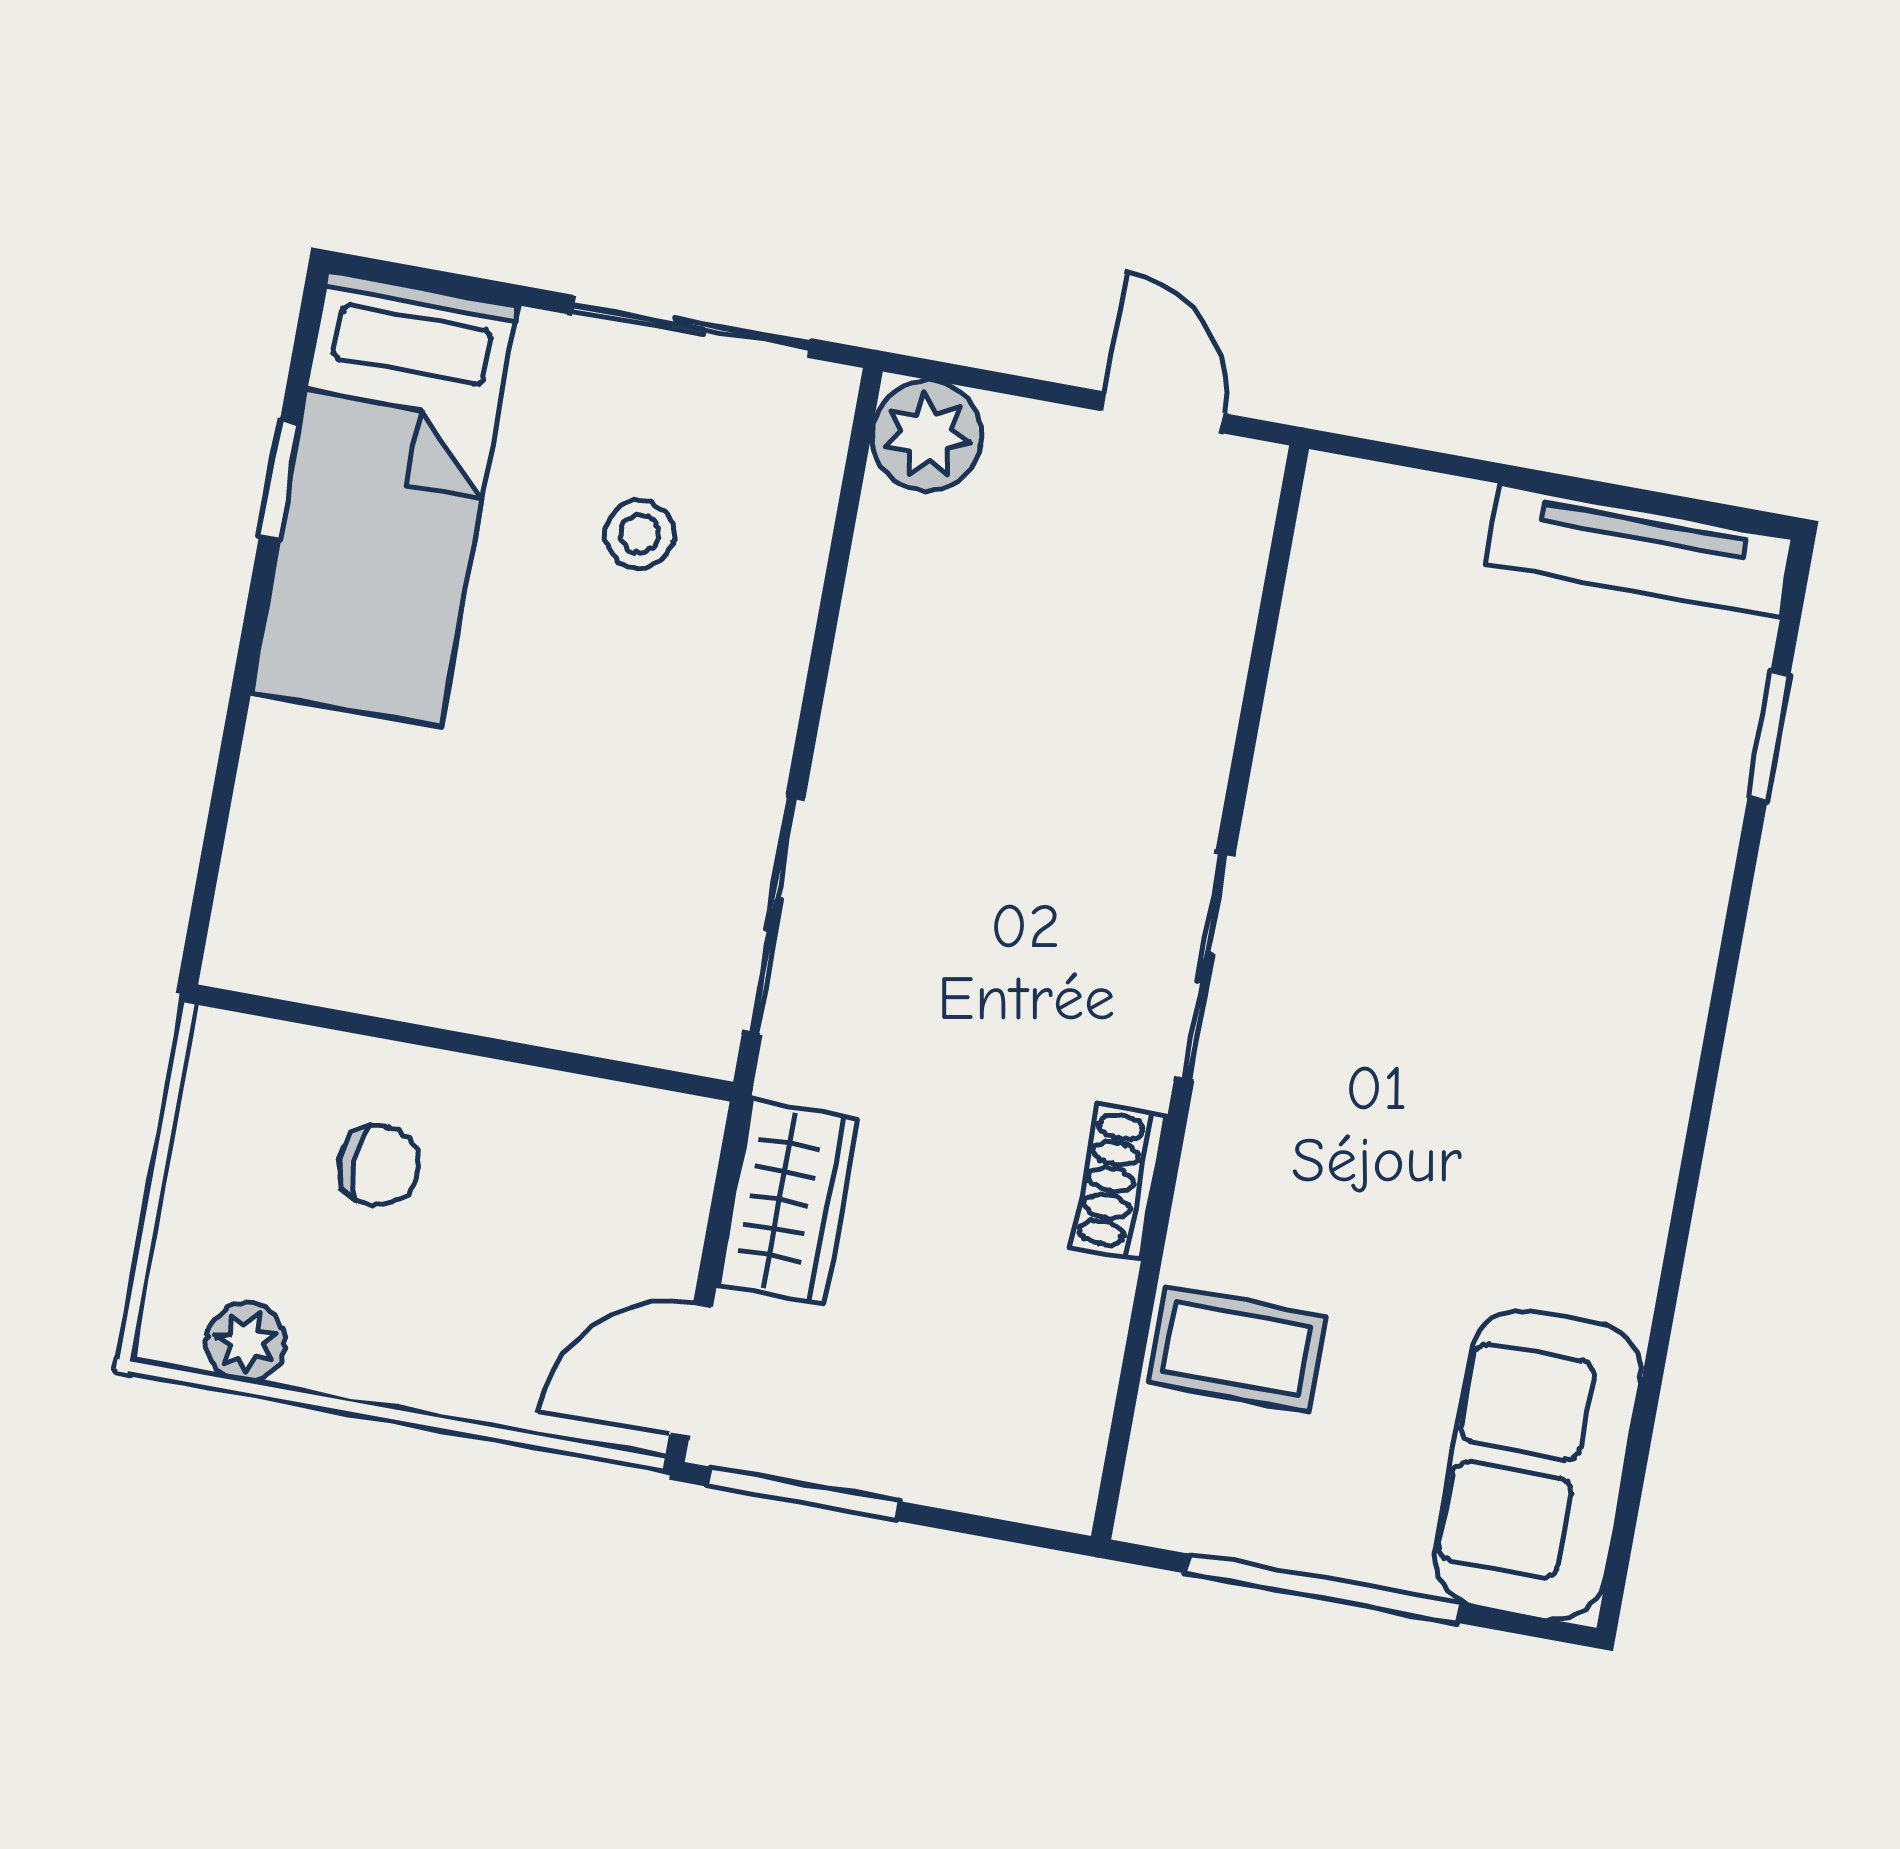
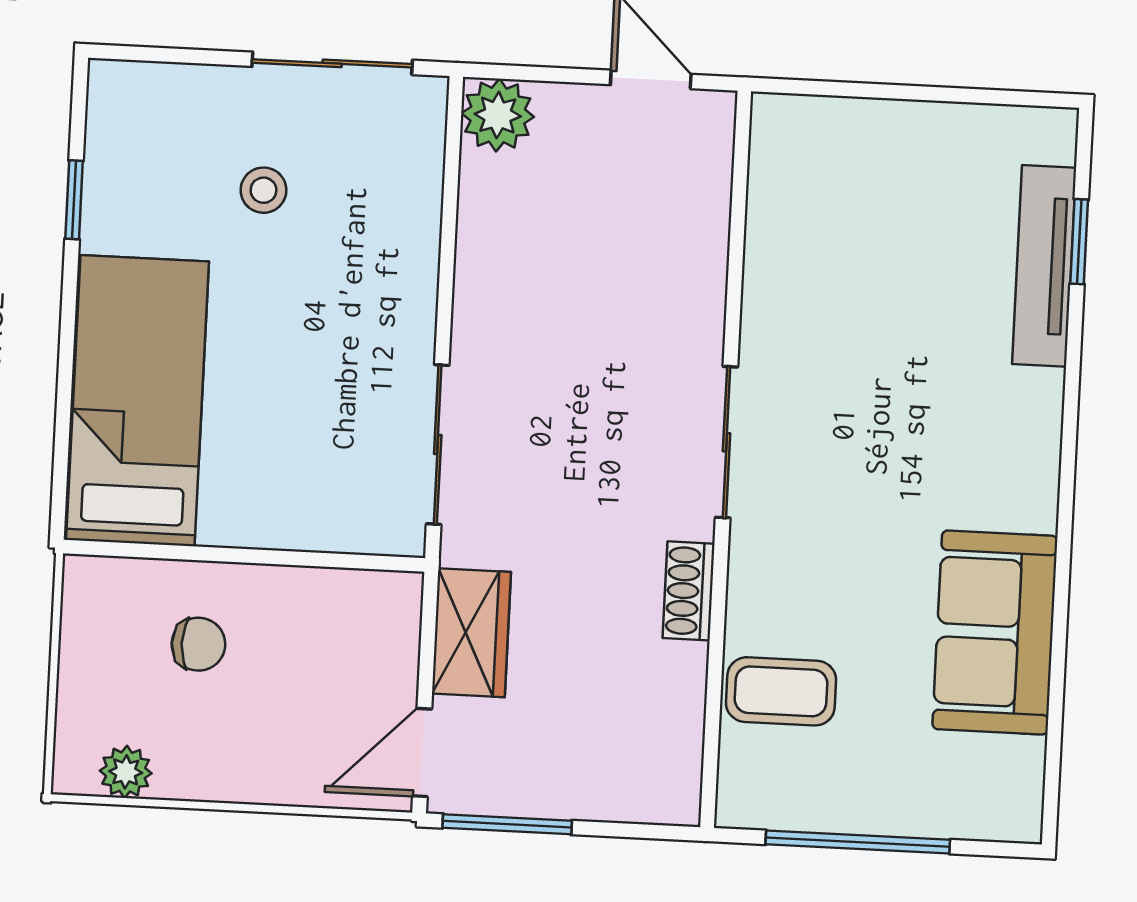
bed: (384, 499) -> (137, 401), moved, turned 180
stool: (640, 534) -> (263, 190), moved
tv unit: (1640, 551) -> (1044, 266), moved, turned 90
sofa: (1538, 1465) -> (995, 632), moved

